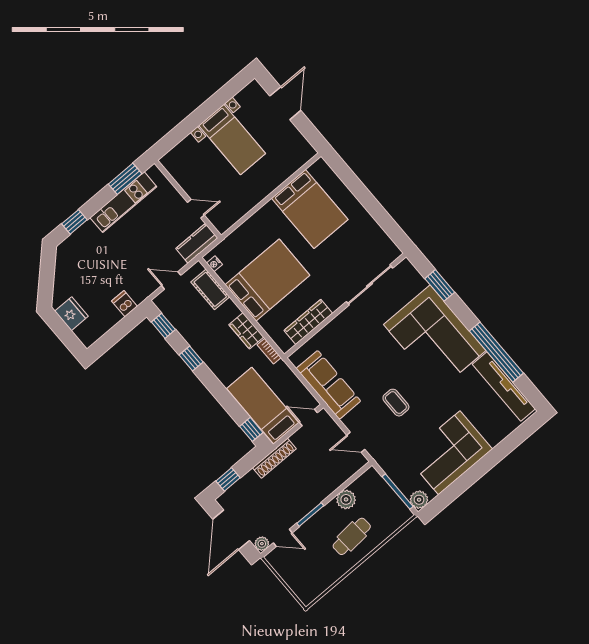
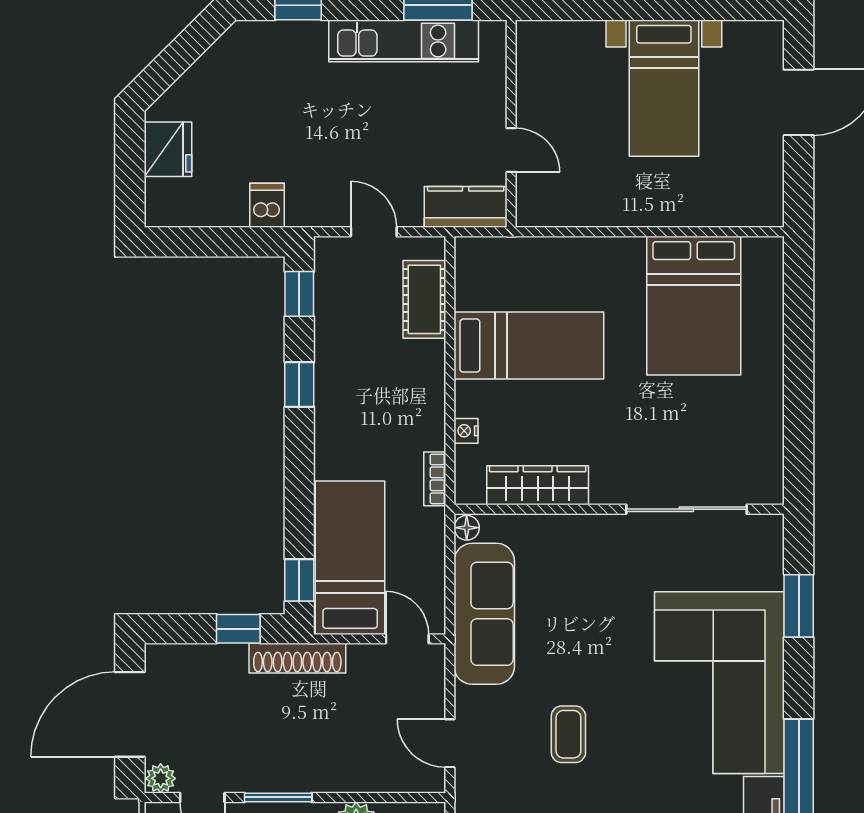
nightstand: (214, 264) -> (466, 431), moved
bed: (267, 280) -> (529, 346), width x0.67
wardrobe: (246, 331) -> (426, 415), removed
floor lamp: (296, 359) -> (467, 528), added
window: (228, 479) -> (238, 629), moved

